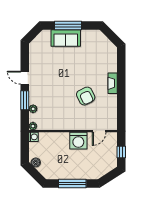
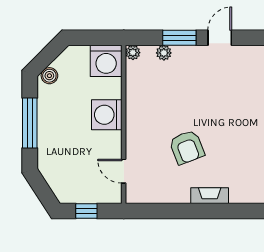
armchair: (86, 96) -> (187, 147), turned -85
washing machine: (33, 137) -> (106, 61), width x1.89, depth x1.89
washing machine: (78, 141) -> (107, 115), moved
boiler: (36, 162) -> (49, 76), moved

